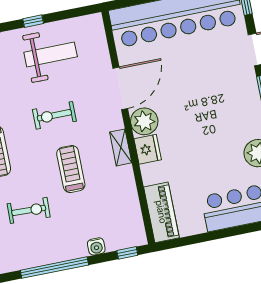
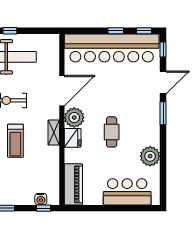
cafe table: (199, 131) -> (112, 132), added
treadmill: (71, 169) -> (15, 141), turned 180
water cooler: (96, 246) -> (41, 199), moved

